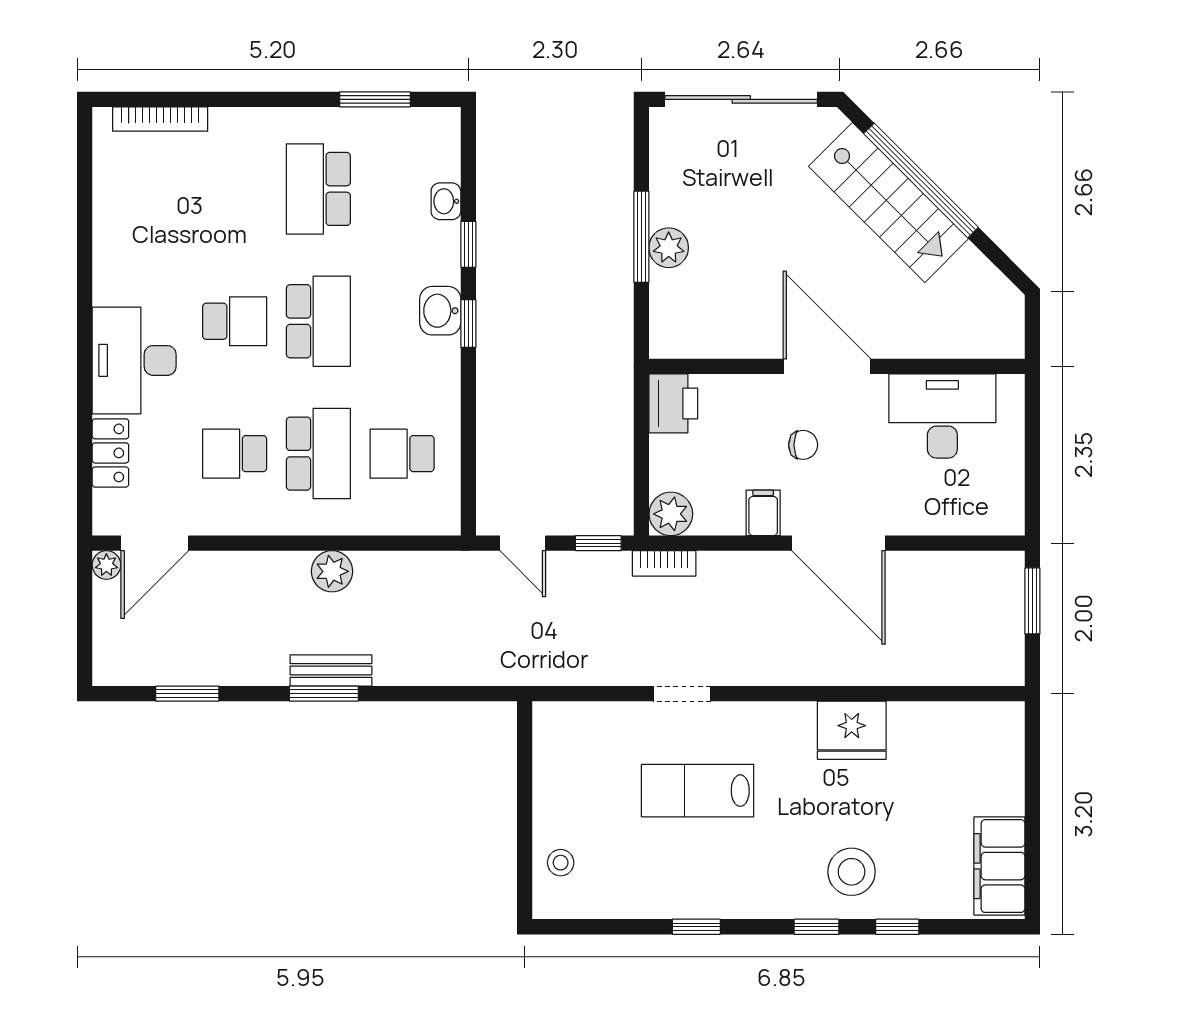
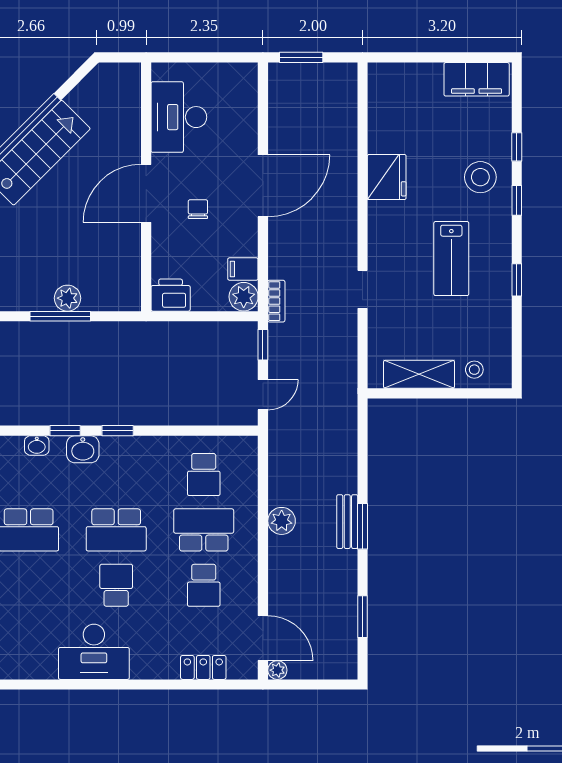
washbasin: (440, 311) -> (83, 449), moved
school desk: (318, 321) -> (116, 530), turned 180
desk: (134, 360) -> (94, 652), moved
filing cabinet: (763, 513) -> (243, 269), moved
shelving: (554, 779) -> (419, 374), added
lab bench: (698, 791) -> (451, 259), moved

